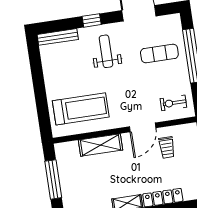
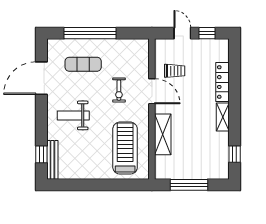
window: (92, 20) -> (41, 154), moved
exercise mat: (159, 53) -> (83, 64), turned 90
exercise bike: (173, 103) -> (119, 90), moved

